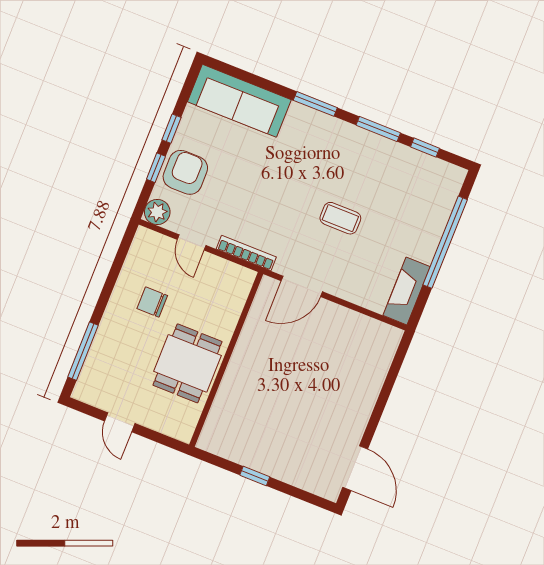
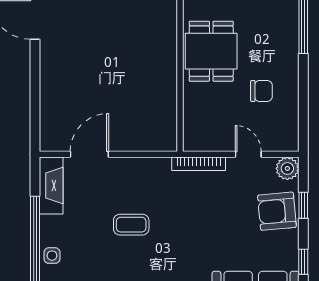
window: (172, 129) -> (303, 262), moved
armchair: (185, 172) -> (277, 211), turned 85
side table: (434, 219) -> (52, 256), added
door: (302, 286) -> (89, 154), moved

